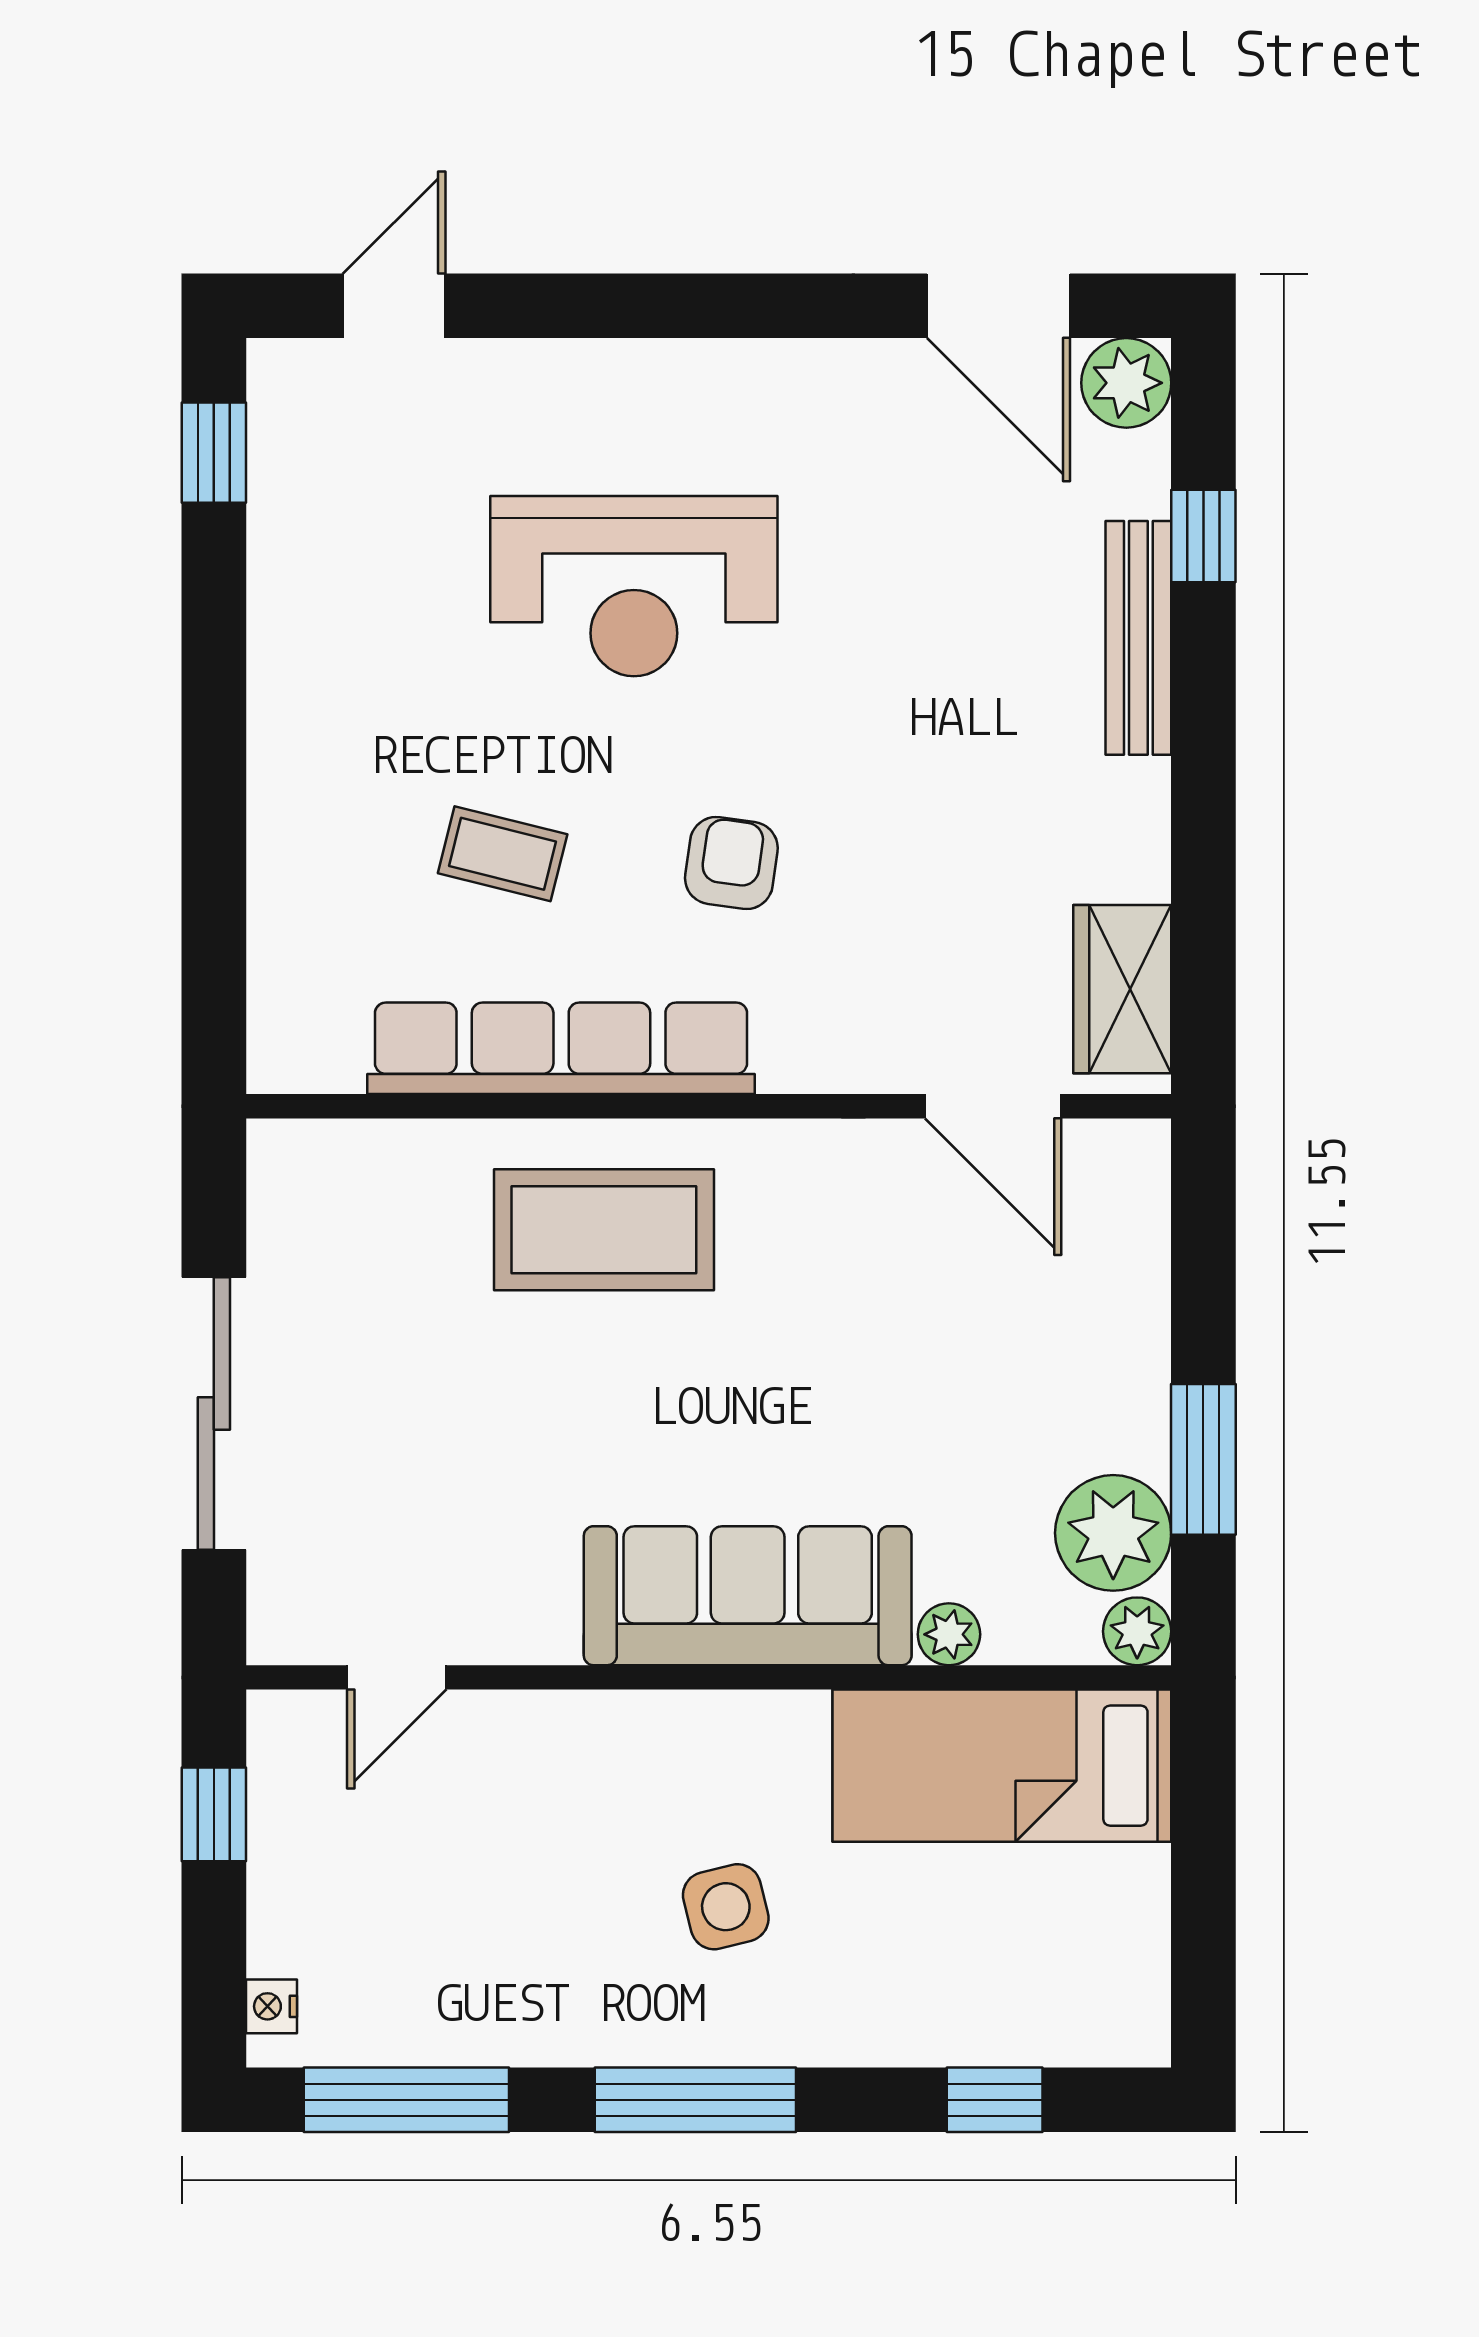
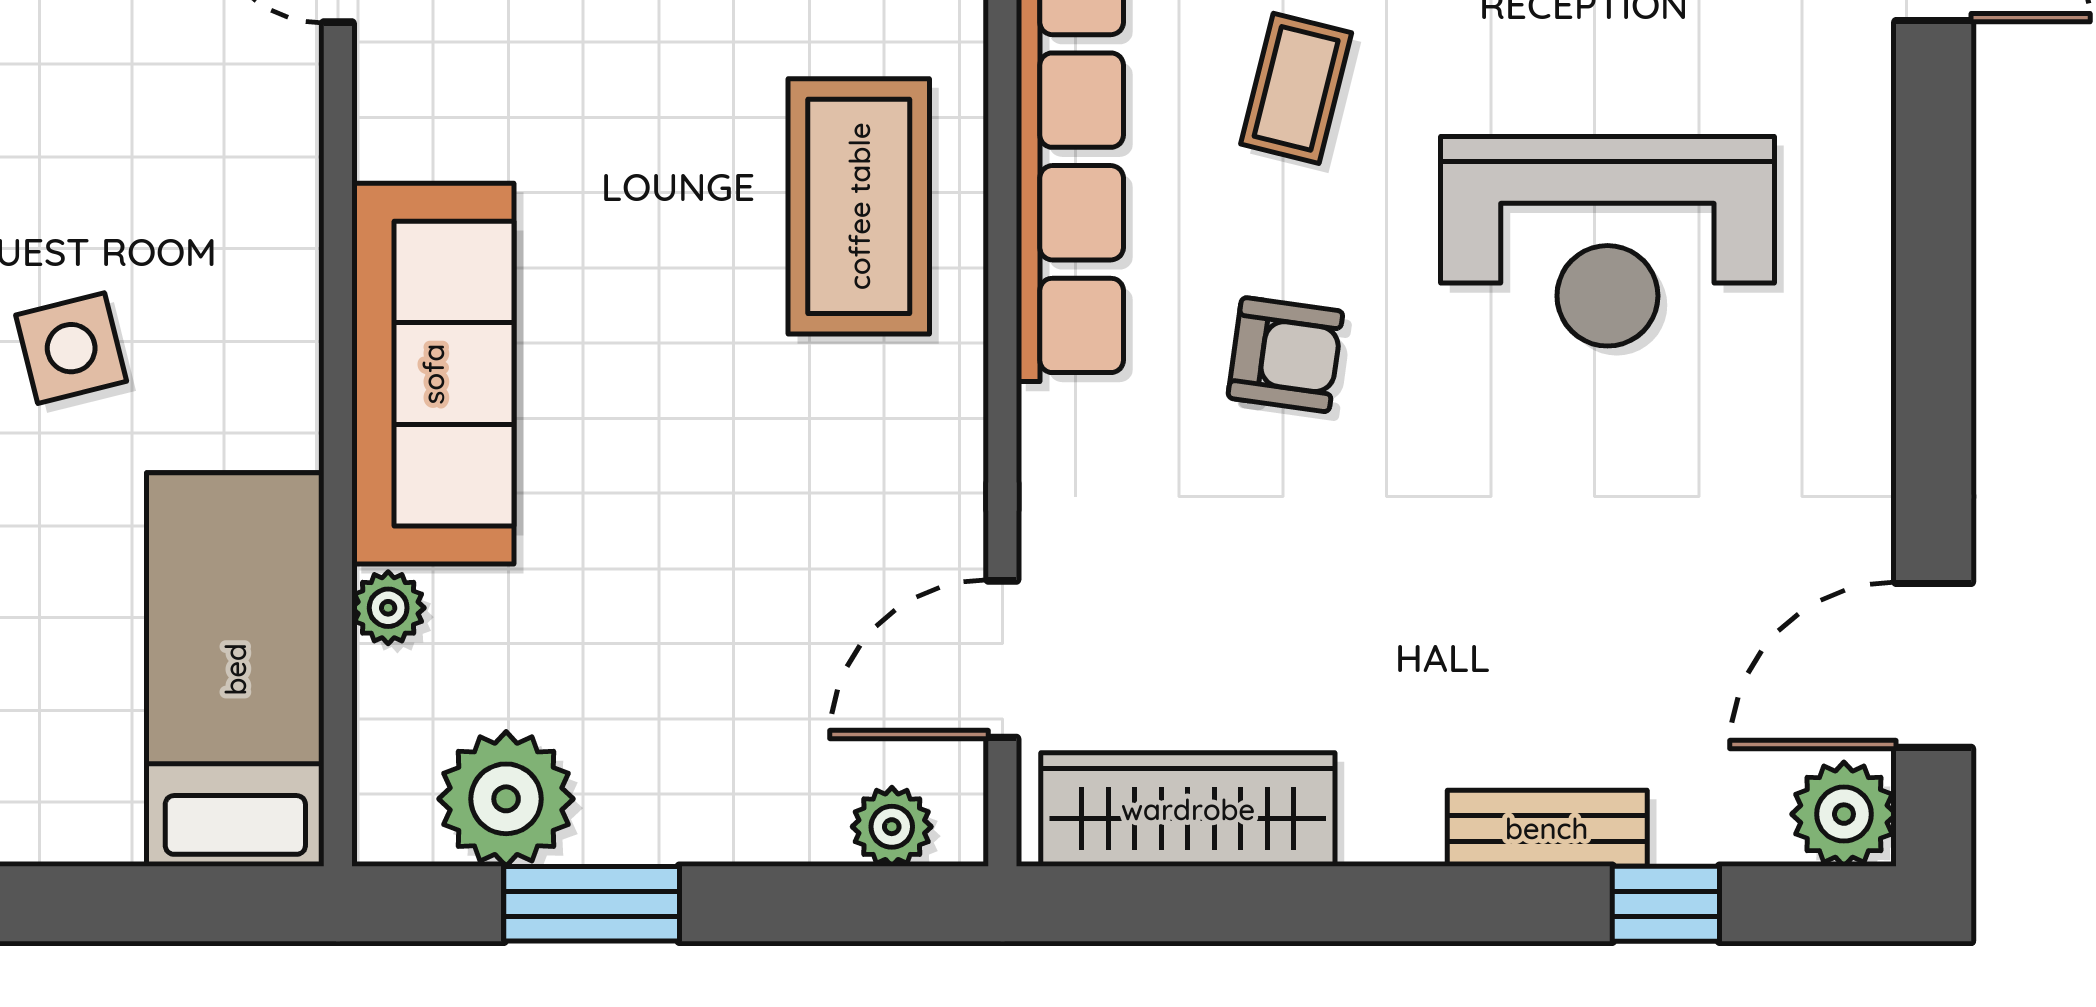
reception desk: (634, 586) -> (1607, 241), turned -90
bench: (1138, 638) -> (1547, 828), width x0.73
wardrobe: (1122, 989) -> (1188, 809), width x1.50
plant: (1137, 1631) -> (892, 827), moved

